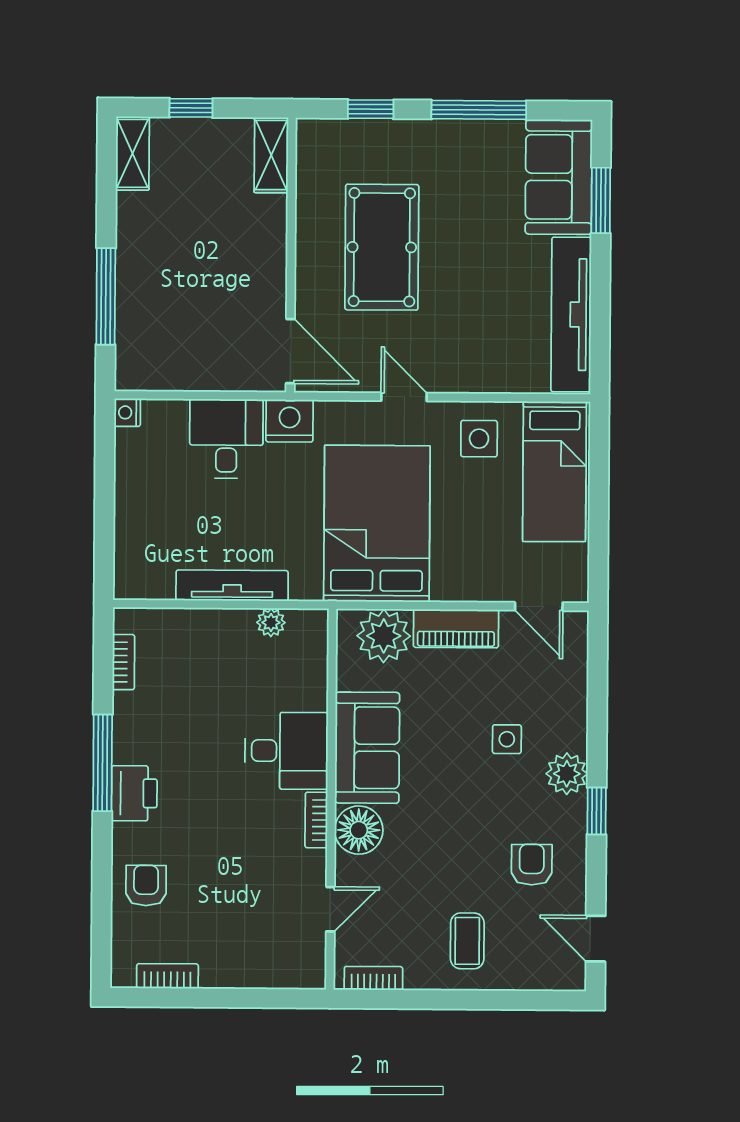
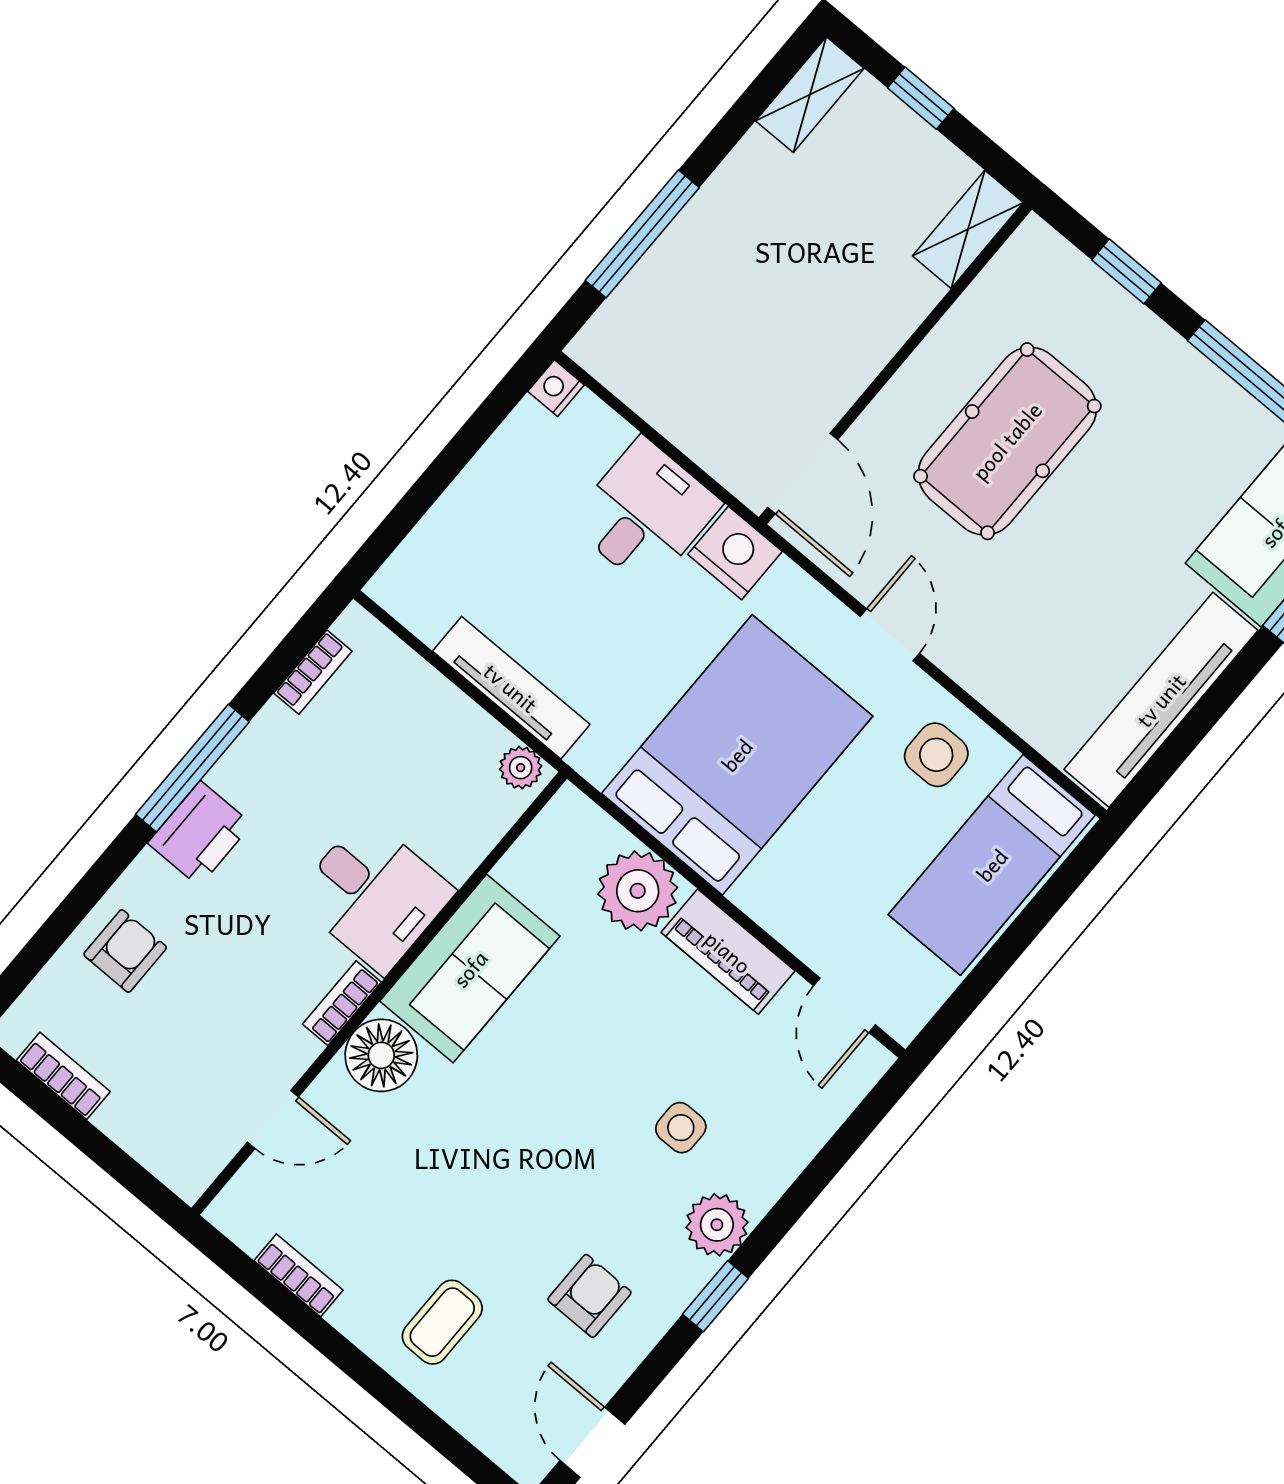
sofa: (367, 748) -> (470, 969), moved
desk: (286, 751) -> (374, 895), moved
wall: (331, 799) -> (379, 993), moved
bookcase: (316, 820) -> (342, 1003), moved
floor lamp: (359, 830) -> (381, 1055), moved
door: (330, 909) -> (273, 1120), moved

